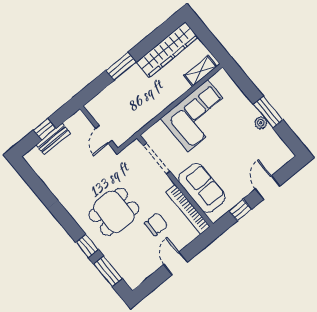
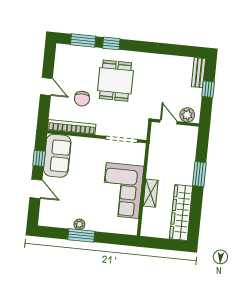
shelving: (200, 71) -> (151, 193), moved
plant: (83, 125) -> (187, 115), added
bench: (53, 139) -> (199, 73), moved
sofa: (202, 188) -> (57, 156), moved, turned -90

